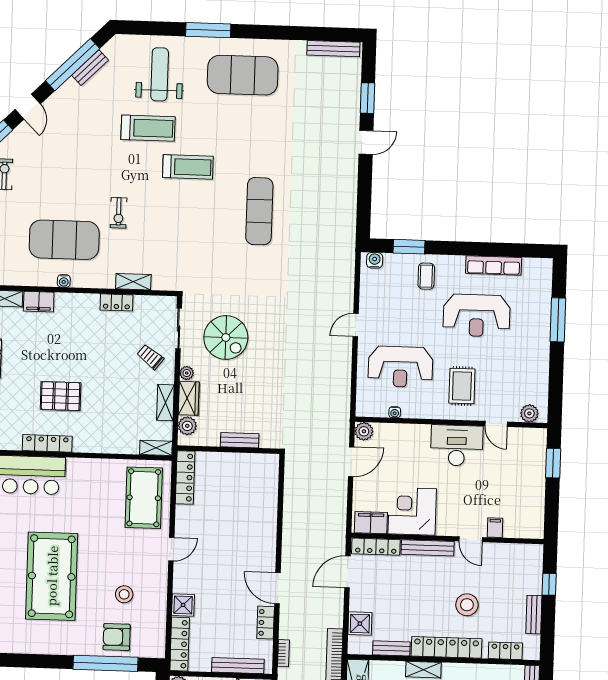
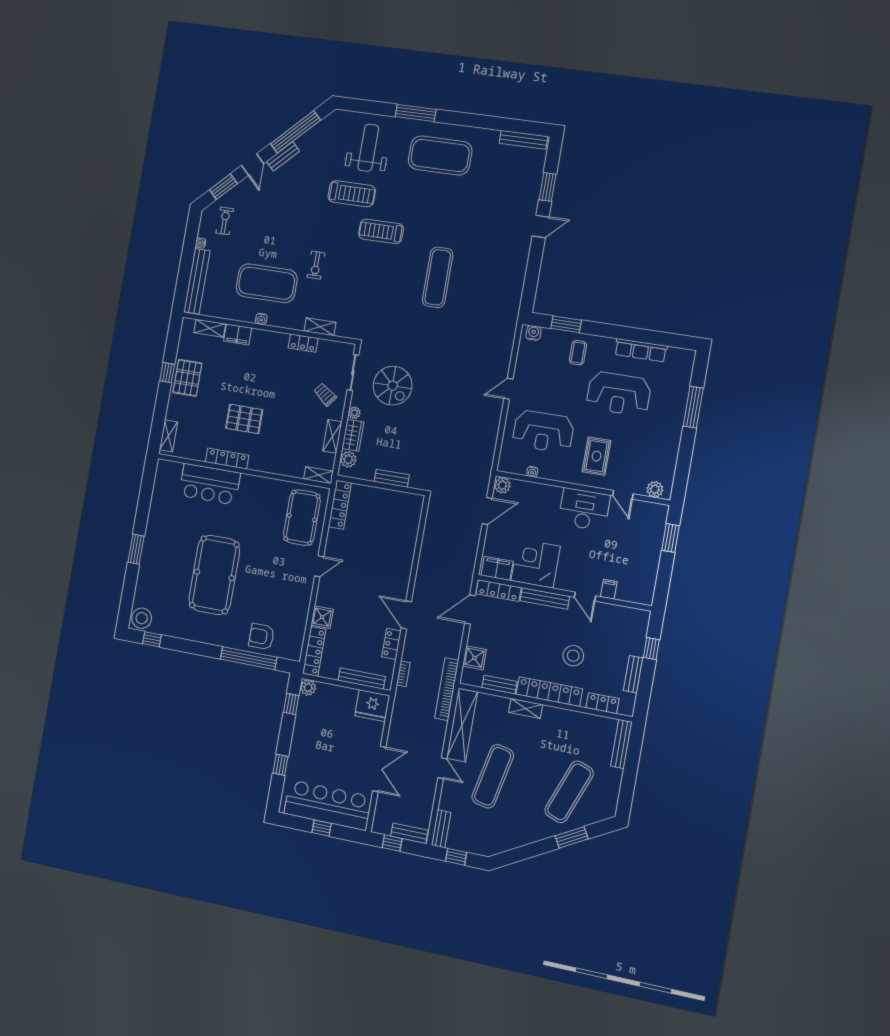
bench: (90, 68) -> (283, 156), moved
treadmill: (188, 167) -> (381, 231), turned 180
stool: (124, 594) -> (273, 600), removed

